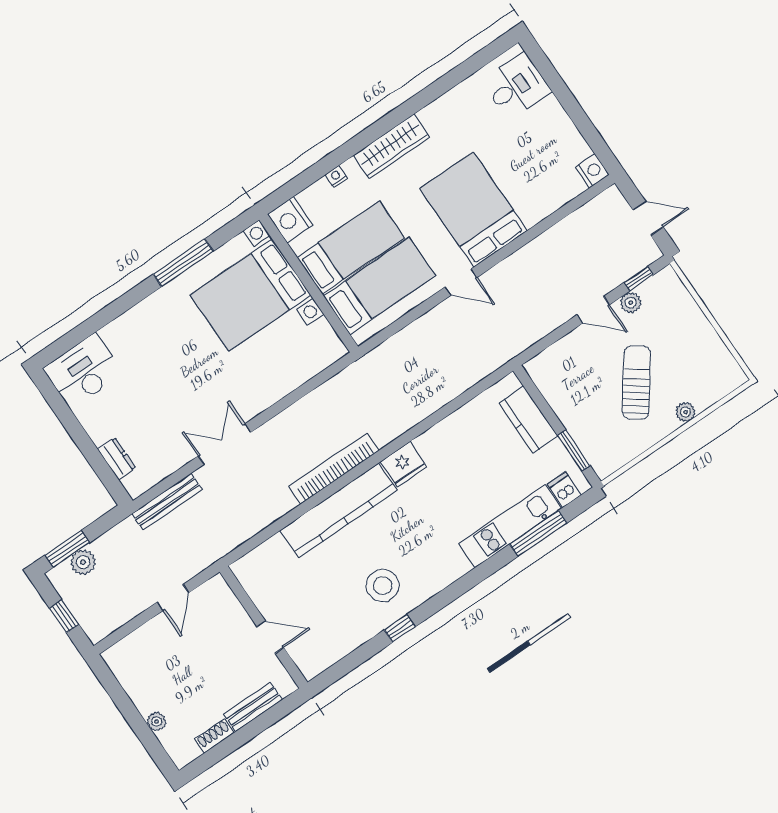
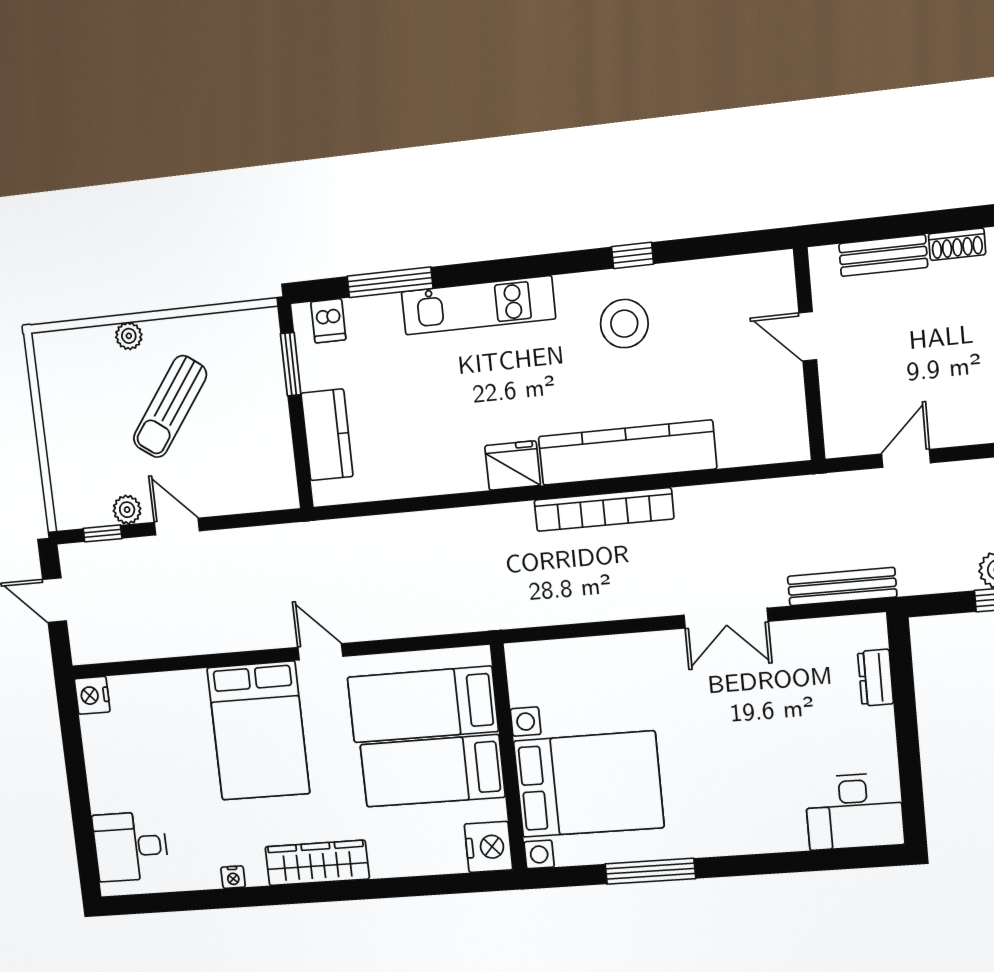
nightstand: (336, 176) -> (233, 877), moved
kitchen unit: (510, 526) -> (478, 305), moved

